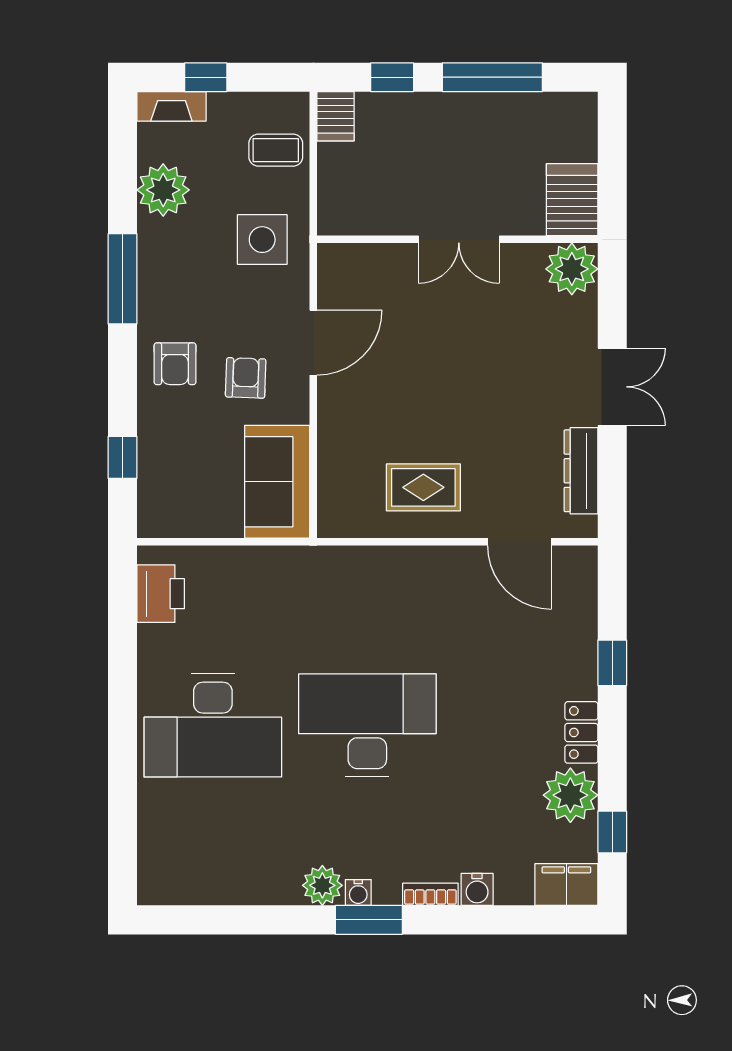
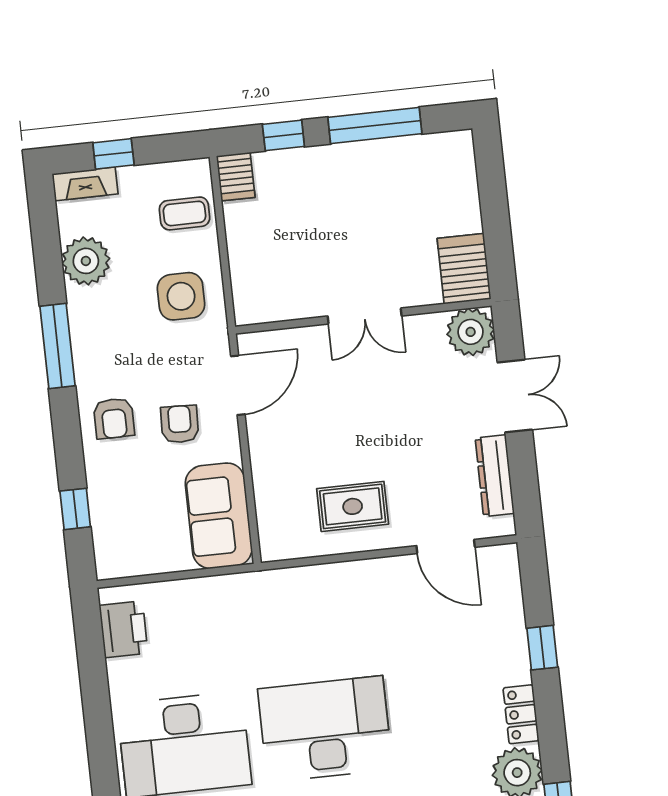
server rack: (572, 200) -> (464, 269), moved
wall: (457, 239) -> (363, 316), moved
double door: (459, 239) -> (365, 316), moved
plant: (572, 269) -> (471, 332), moved

